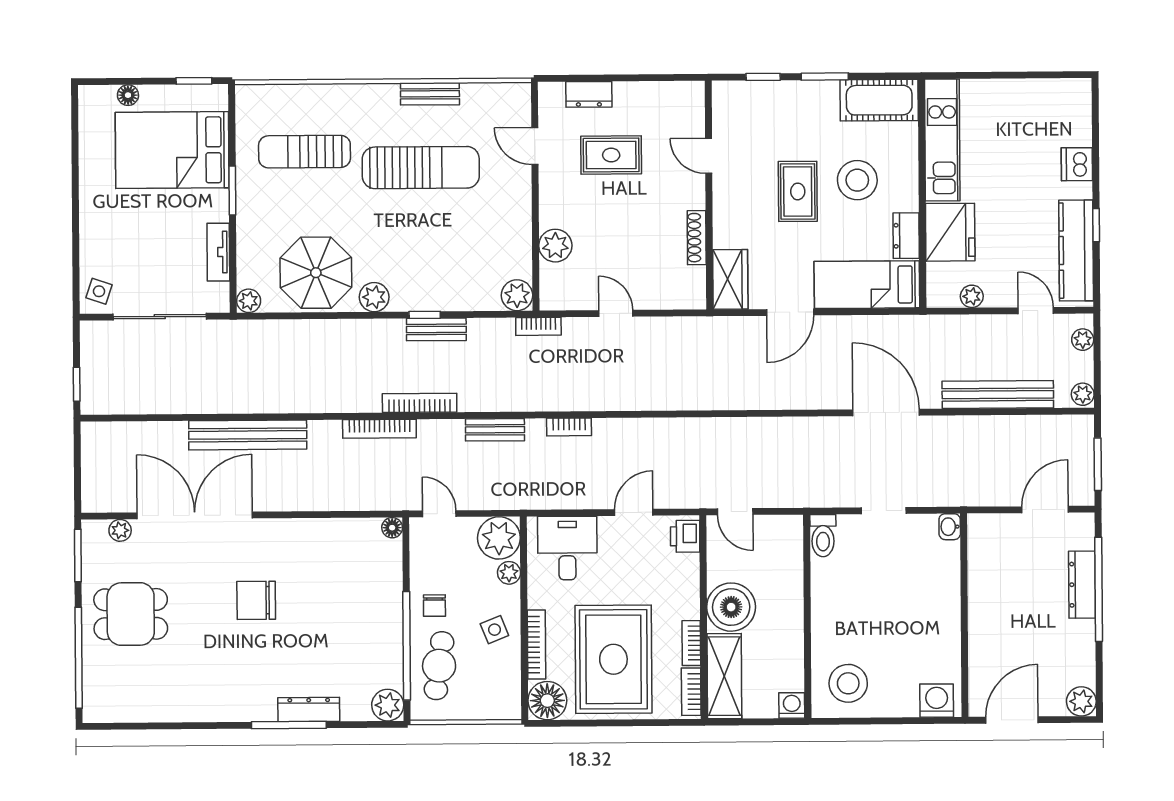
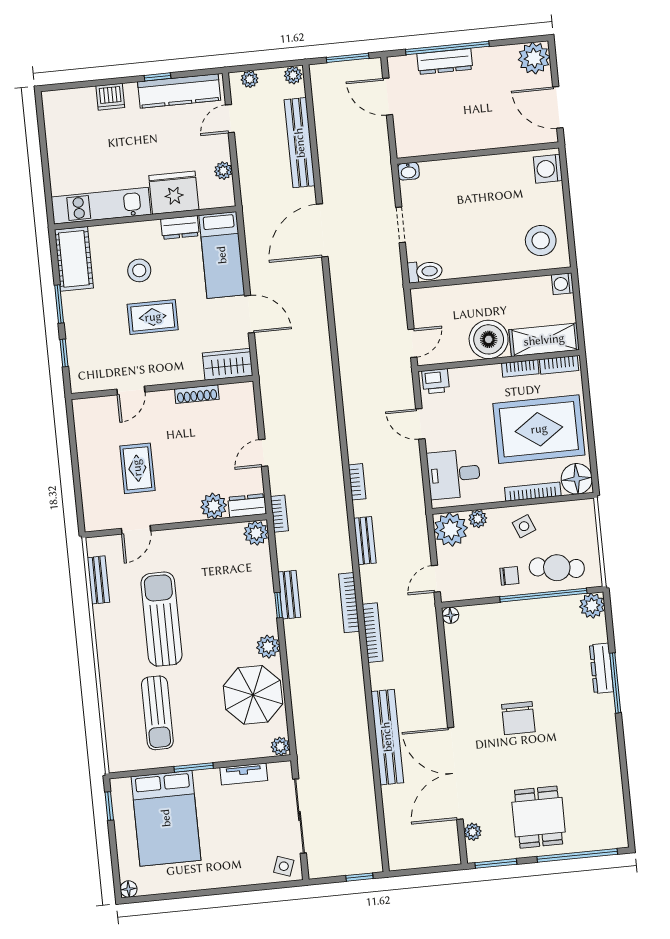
bench: (430, 94) -> (98, 580), moved
dresser: (589, 94) -> (247, 506), moved, turned -90
floor lamp: (128, 95) -> (129, 889), moved
stool: (857, 180) -> (139, 270), width x0.73, depth x0.73
plant: (1081, 701) -> (534, 58), width x1.36, depth x1.36

